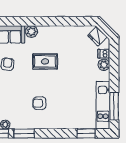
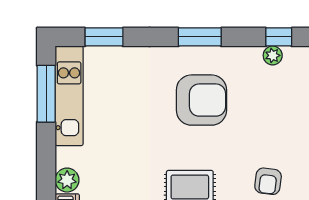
armchair: (39, 103) -> (201, 100), width x1.88, depth x1.88
window: (24, 133) -> (200, 37), moved

